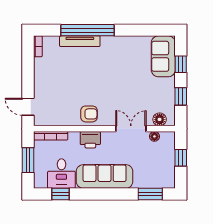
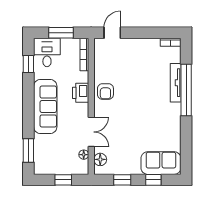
desk: (61, 174) -> (47, 52), moved, turned 90

